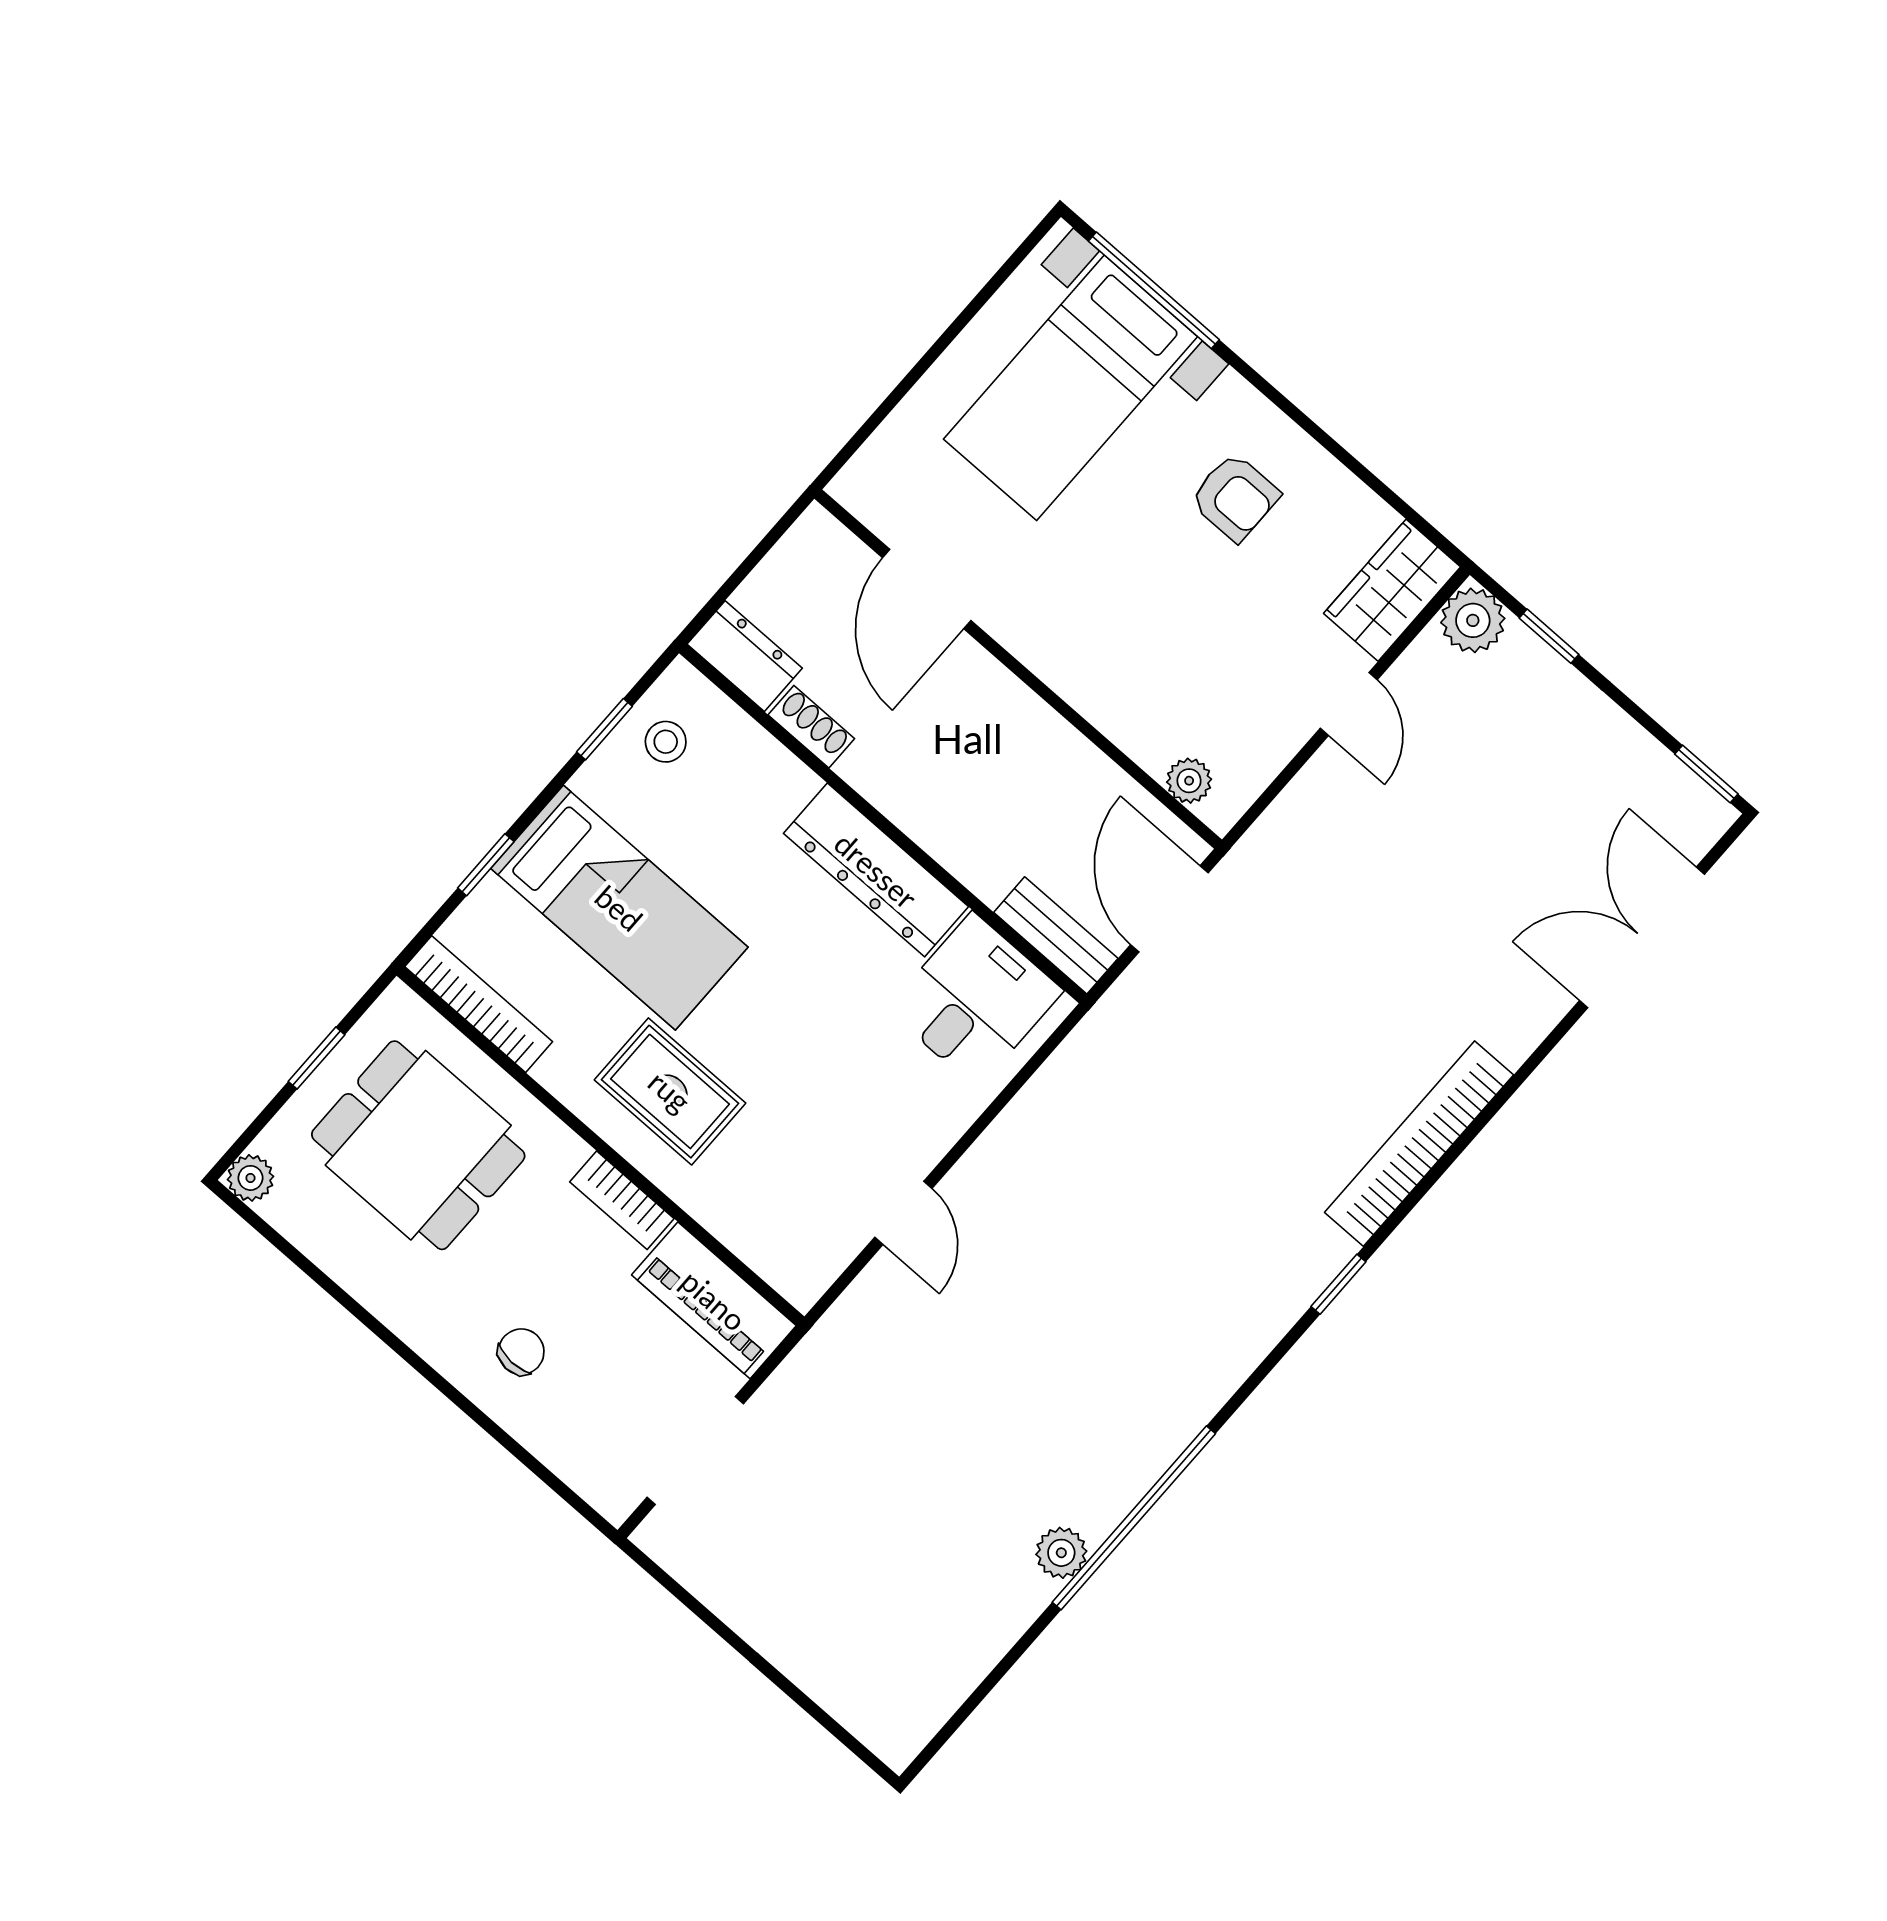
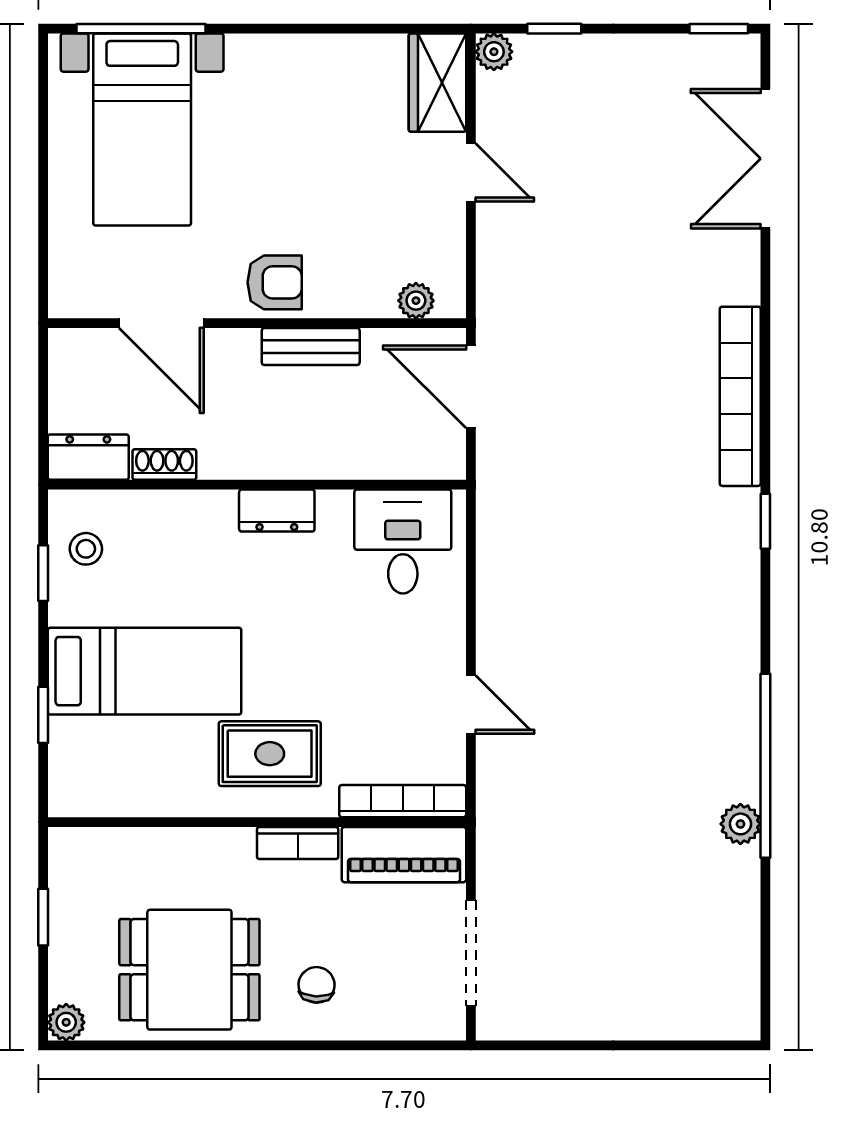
armchair: (1235, 497) -> (275, 282), moved
plant: (1473, 620) -> (494, 52), width x0.73, depth x0.73
dresser: (876, 870) -> (277, 511), width x0.51, depth x0.80
bench: (1056, 935) -> (311, 346), moved
bookcase: (479, 1004) -> (403, 801), moved
dining table: (418, 1145) -> (189, 970), moved

